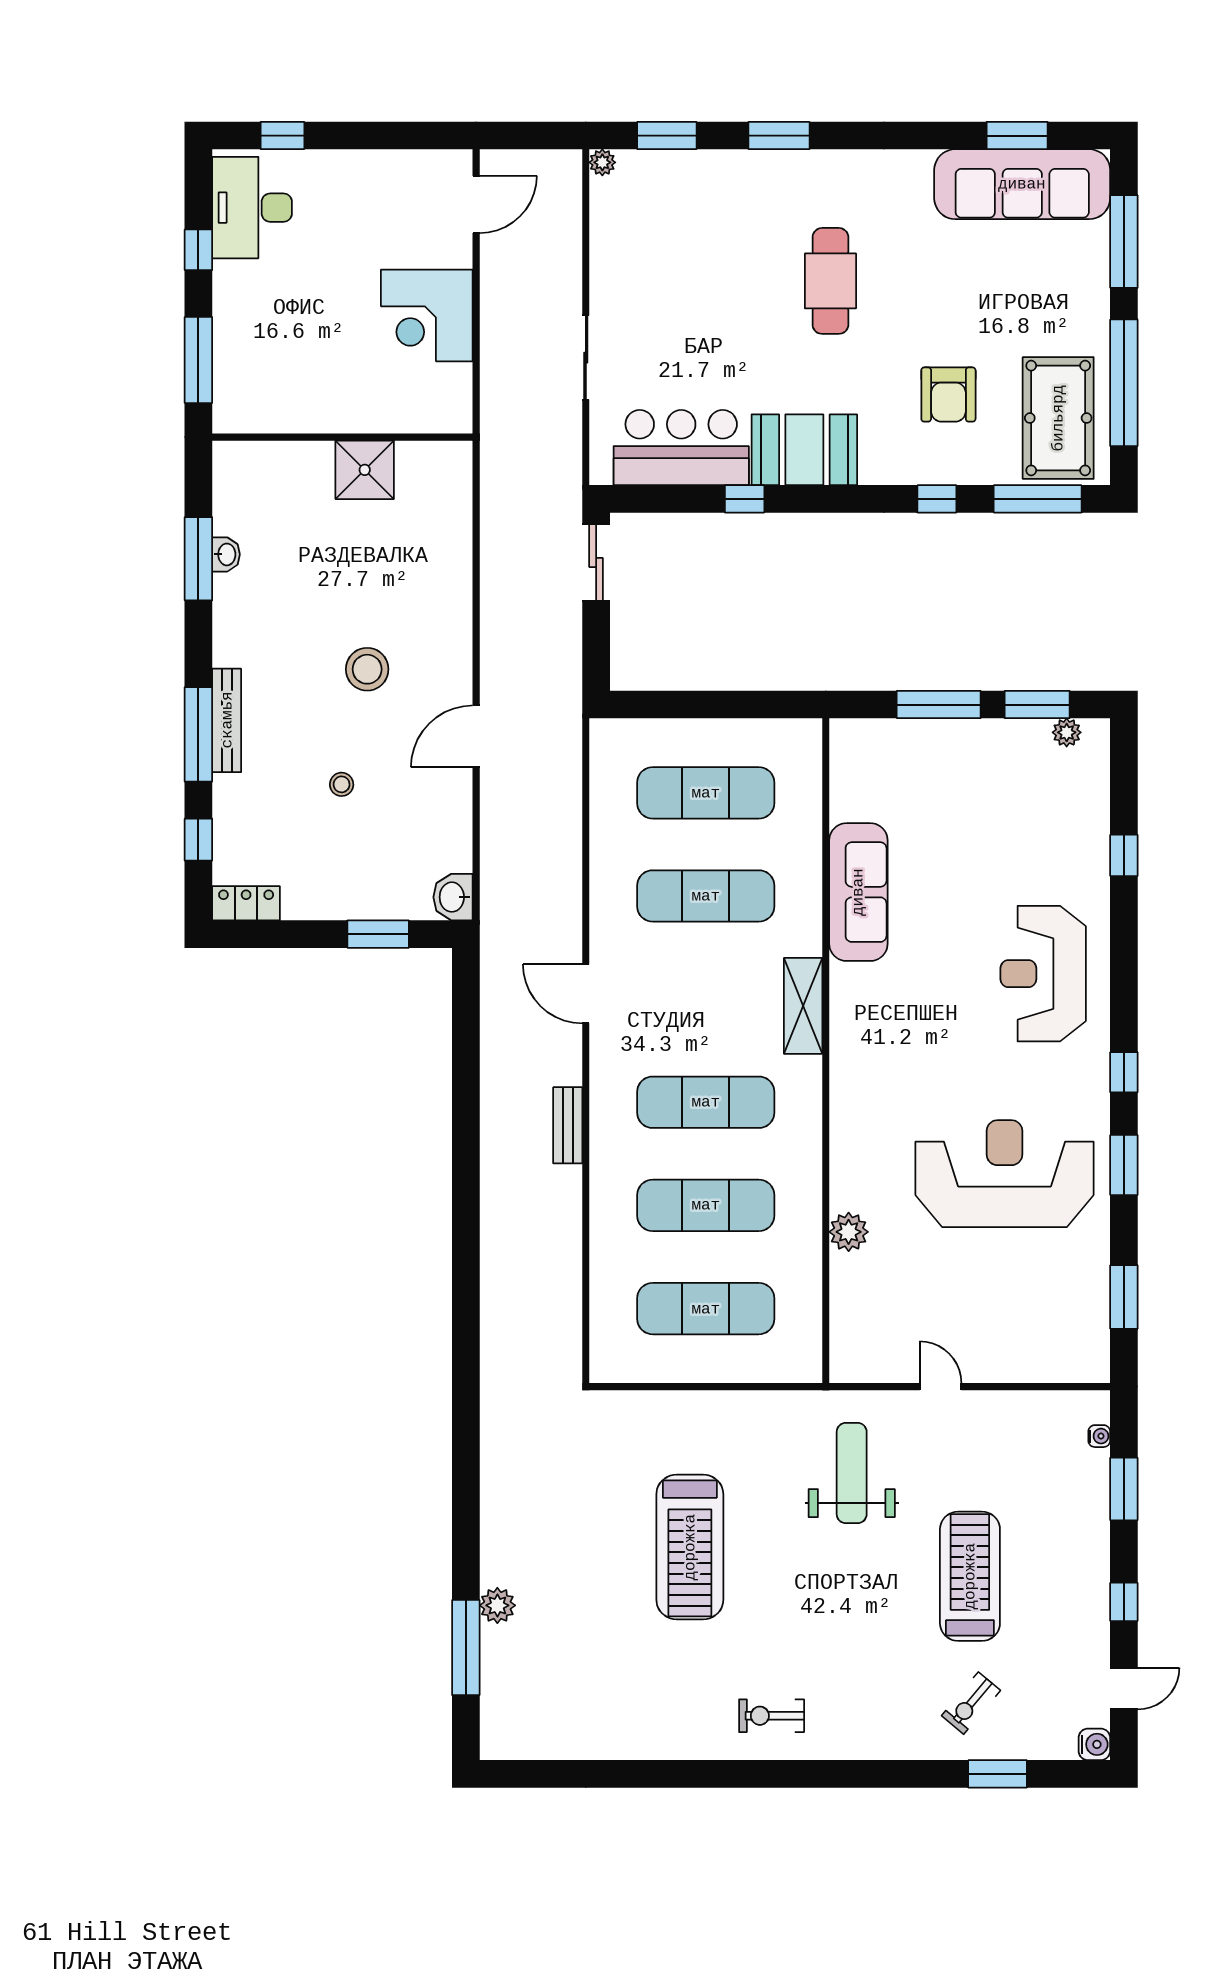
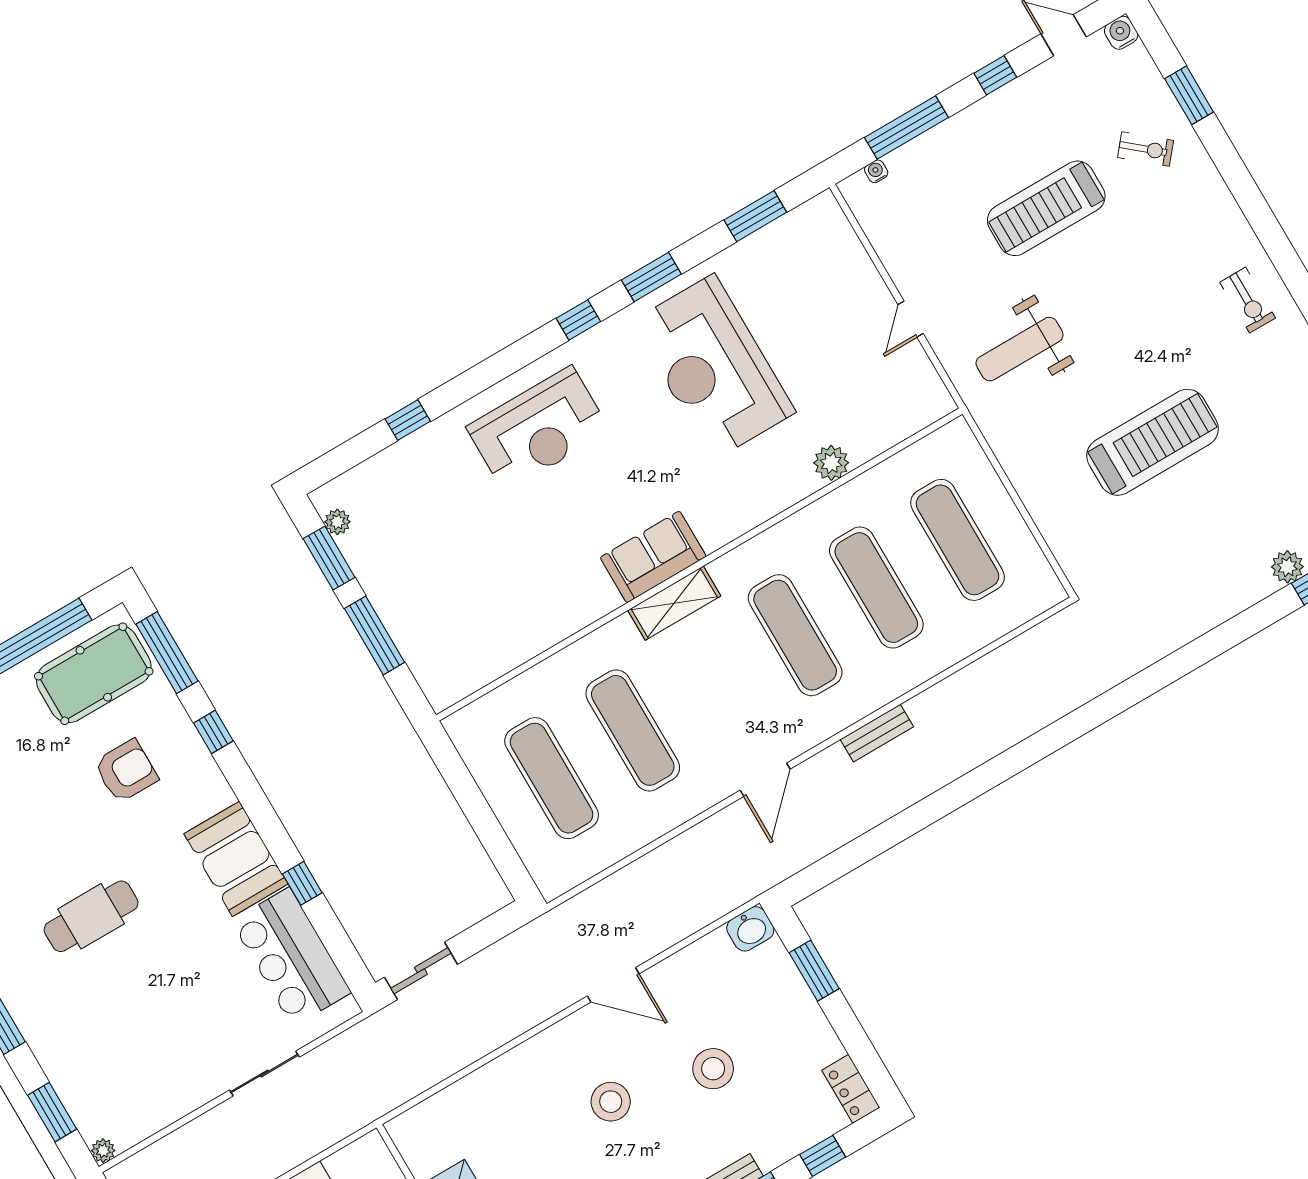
stool: (342, 784) -> (713, 1069), width x1.89, depth x1.89
sofa: (858, 892) -> (653, 557), moved, width x0.73
window: (1124, 1489) -> (906, 127), width x1.44

